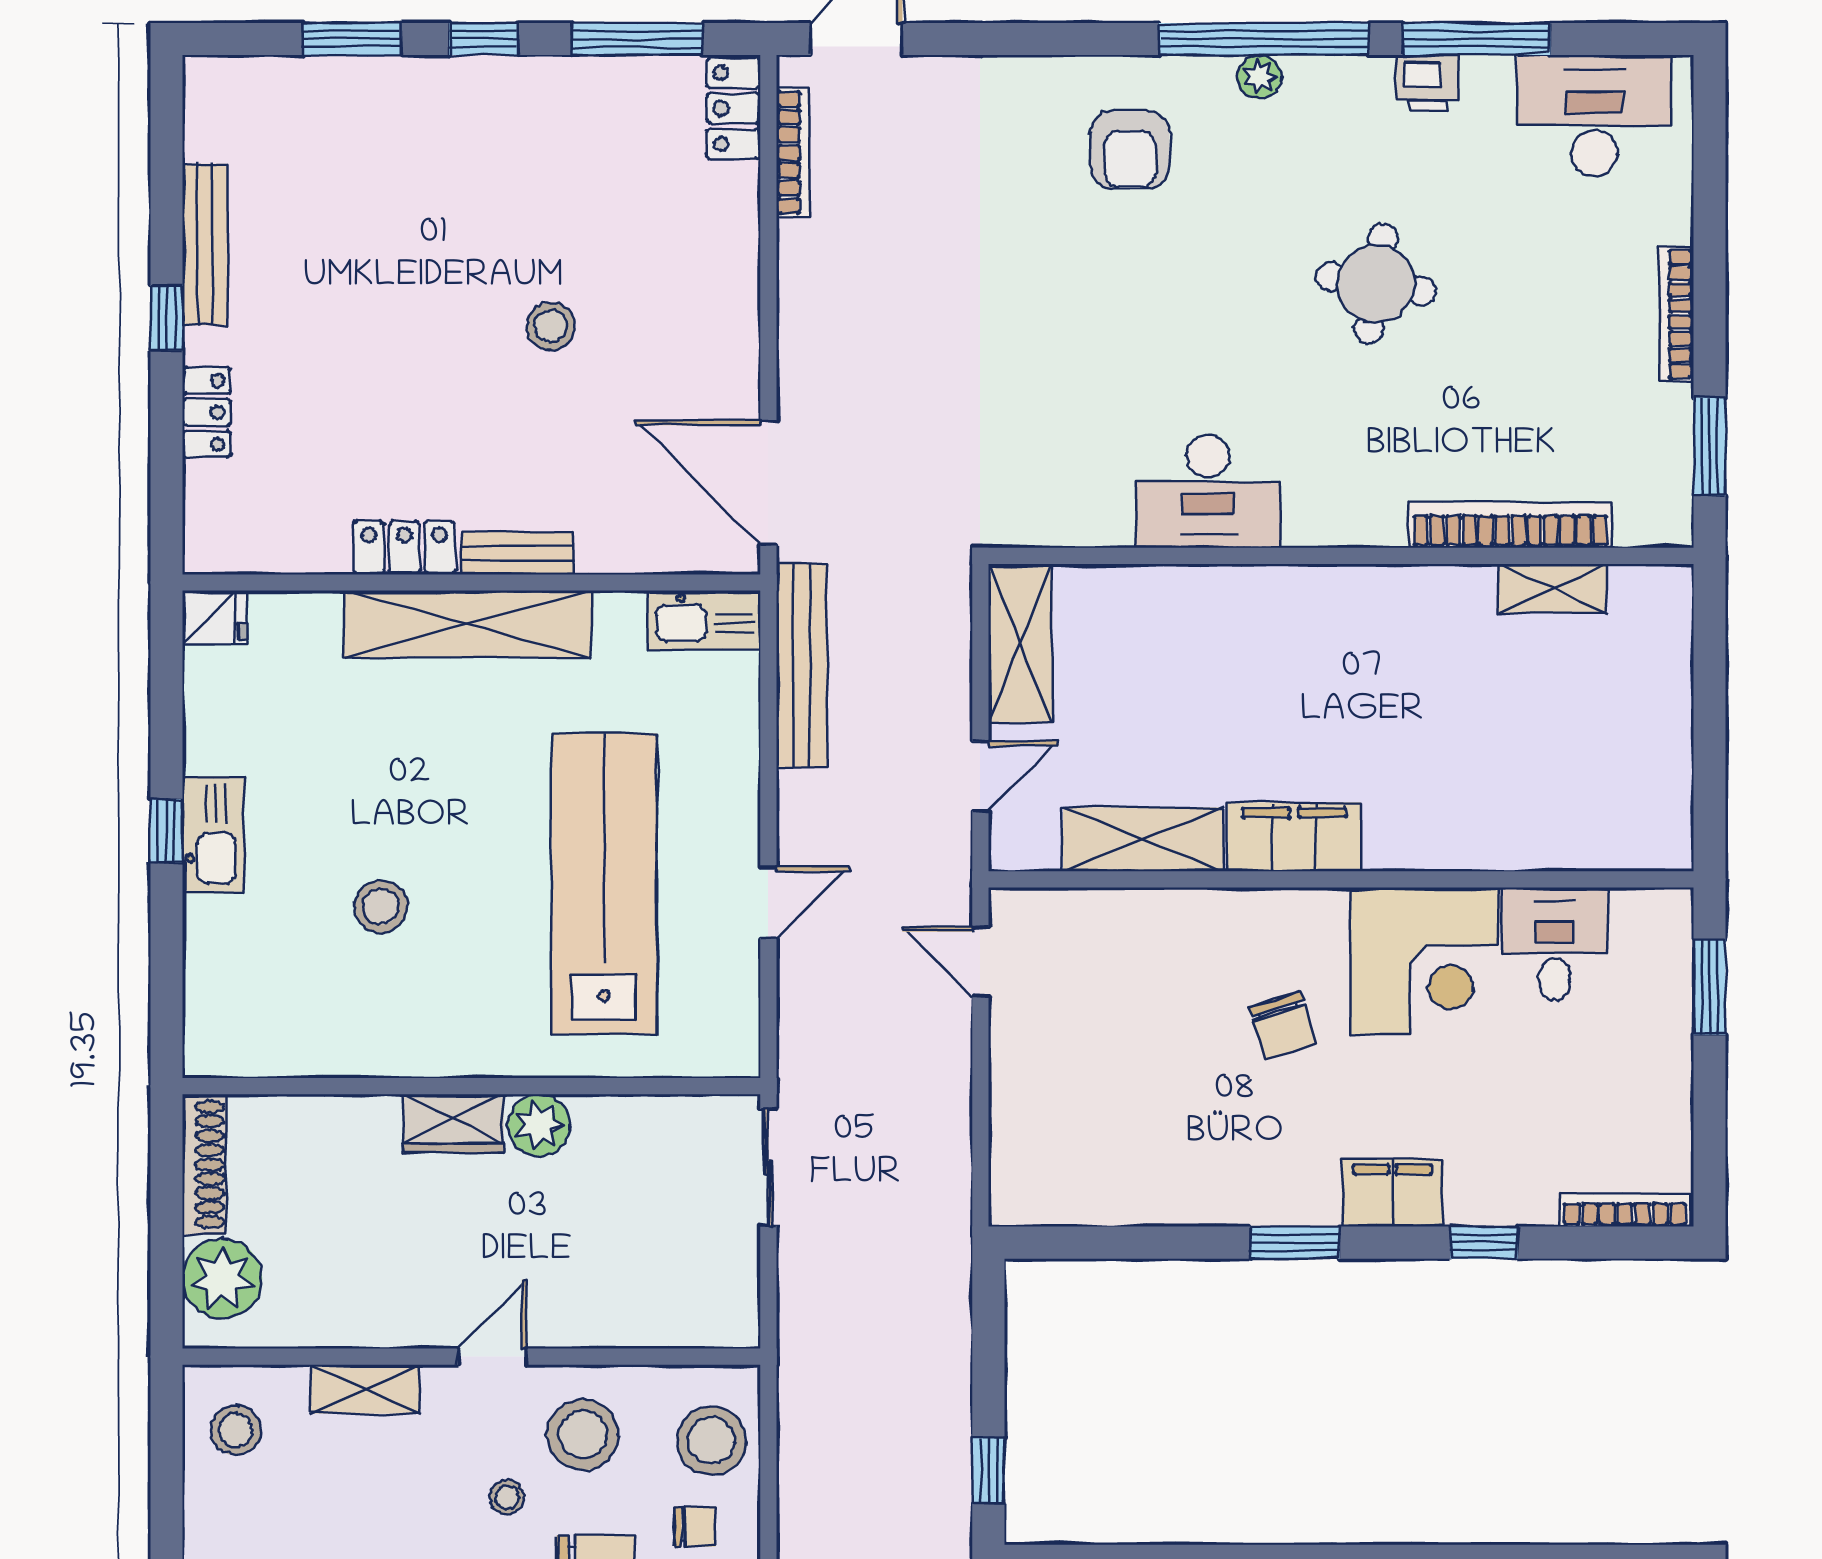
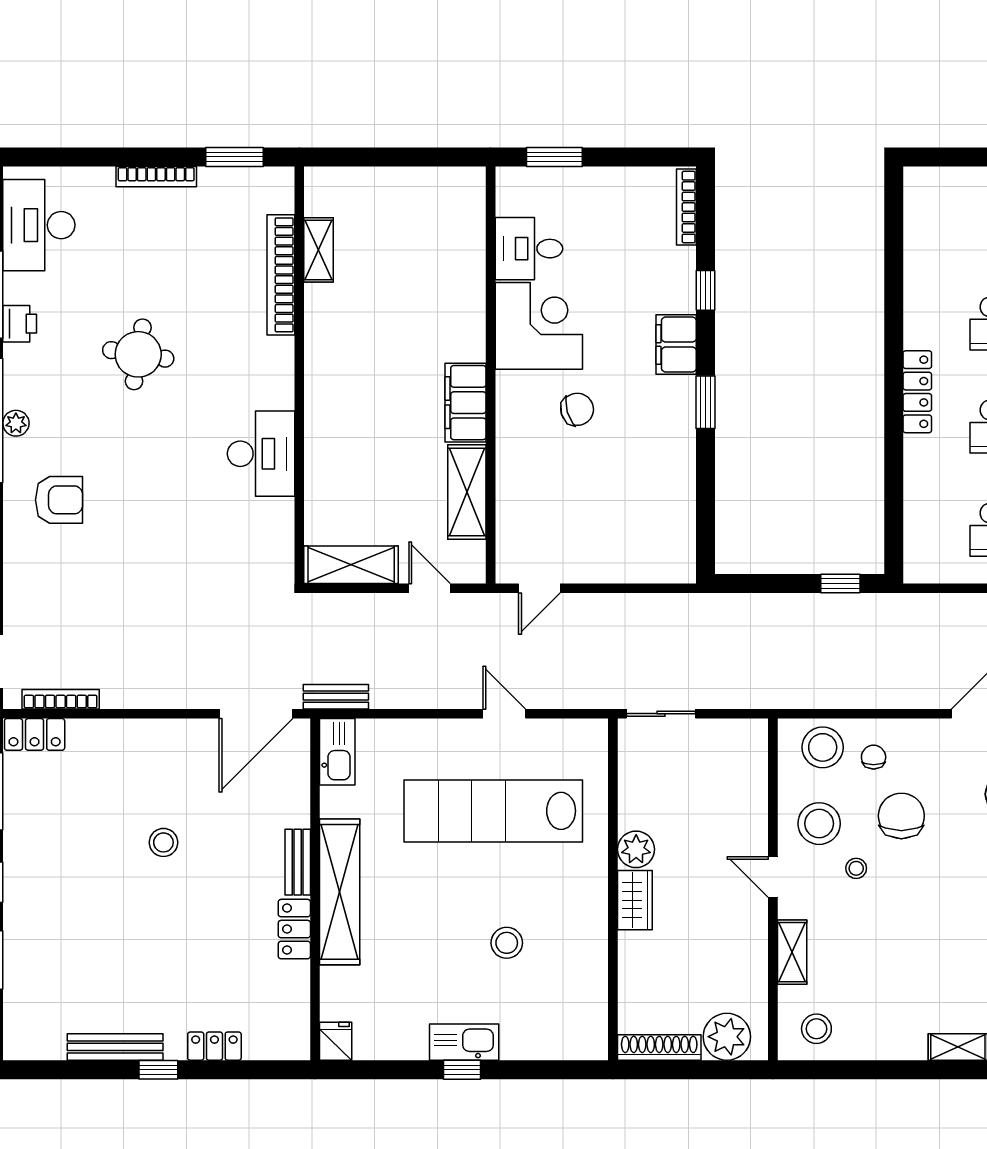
bench: (802, 665) -> (336, 697), width x0.54, depth x0.82

